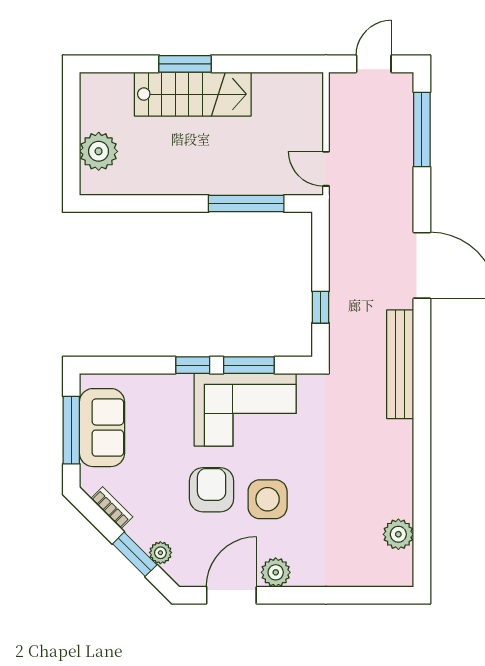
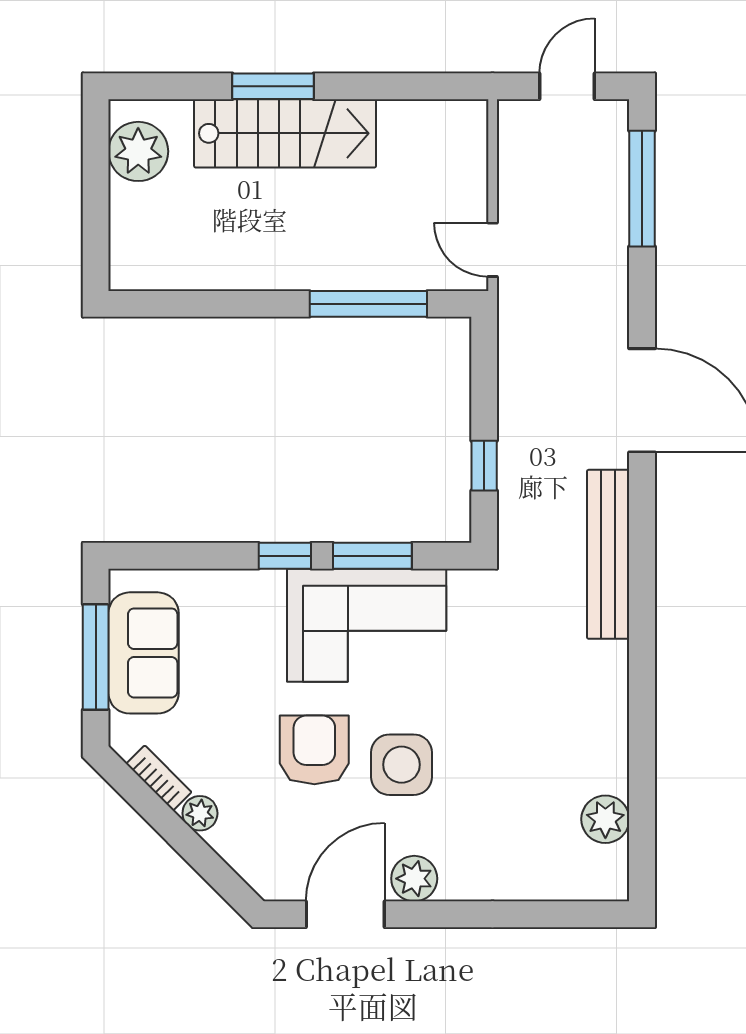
plant: (99, 151) -> (138, 151), moved
plant: (160, 553) -> (200, 813), moved
window: (135, 554) -> (195, 851), removed

